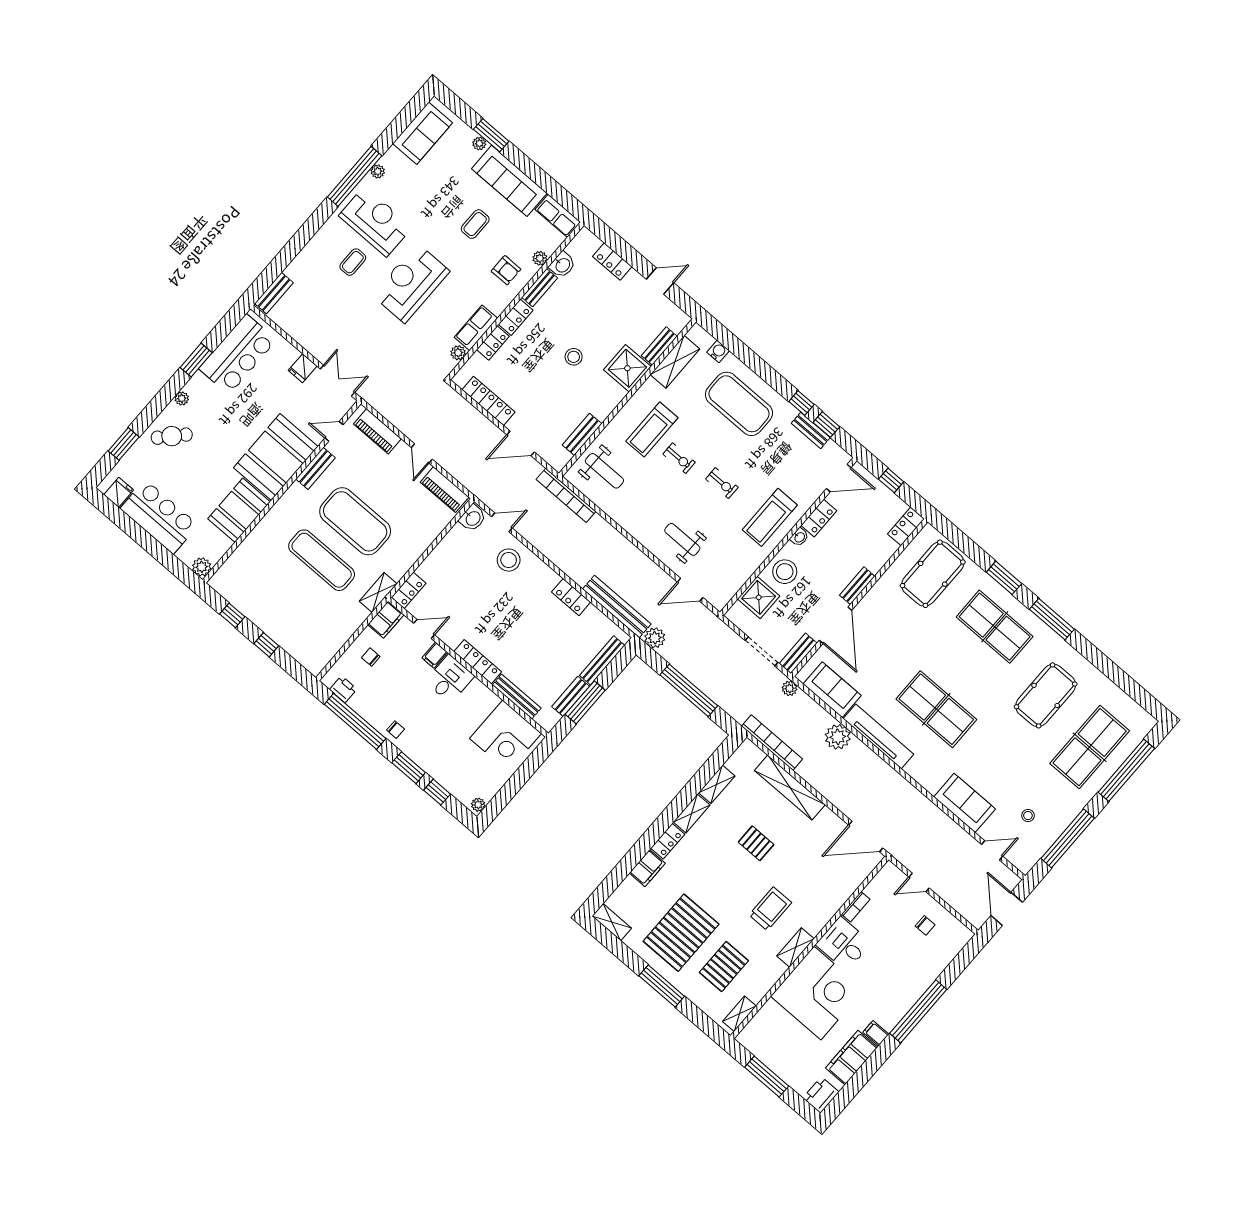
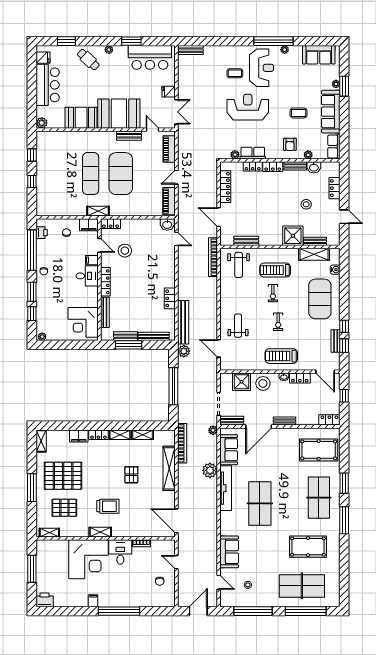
stool: (574, 357) -> (306, 204), moved
stool: (509, 560) -> (125, 251), moved
filing cabinet: (852, 1058) -> (73, 599), removed

